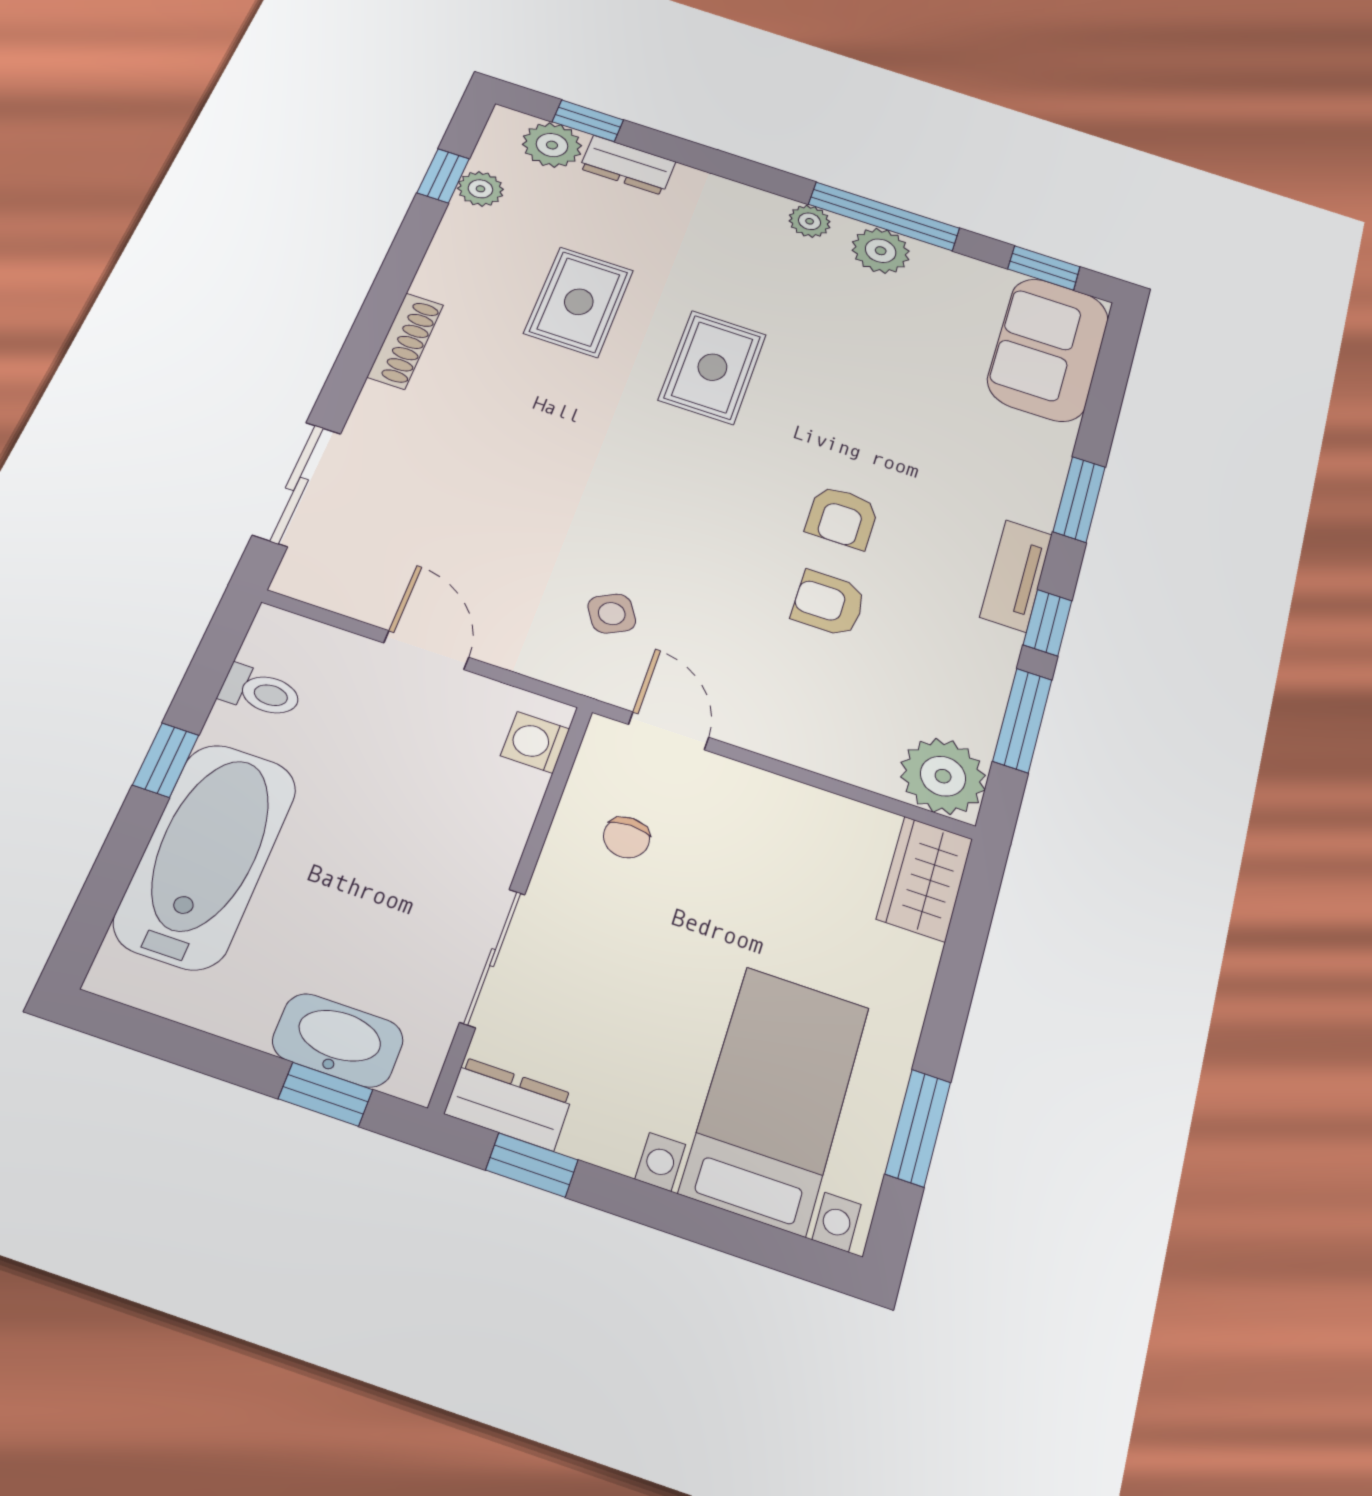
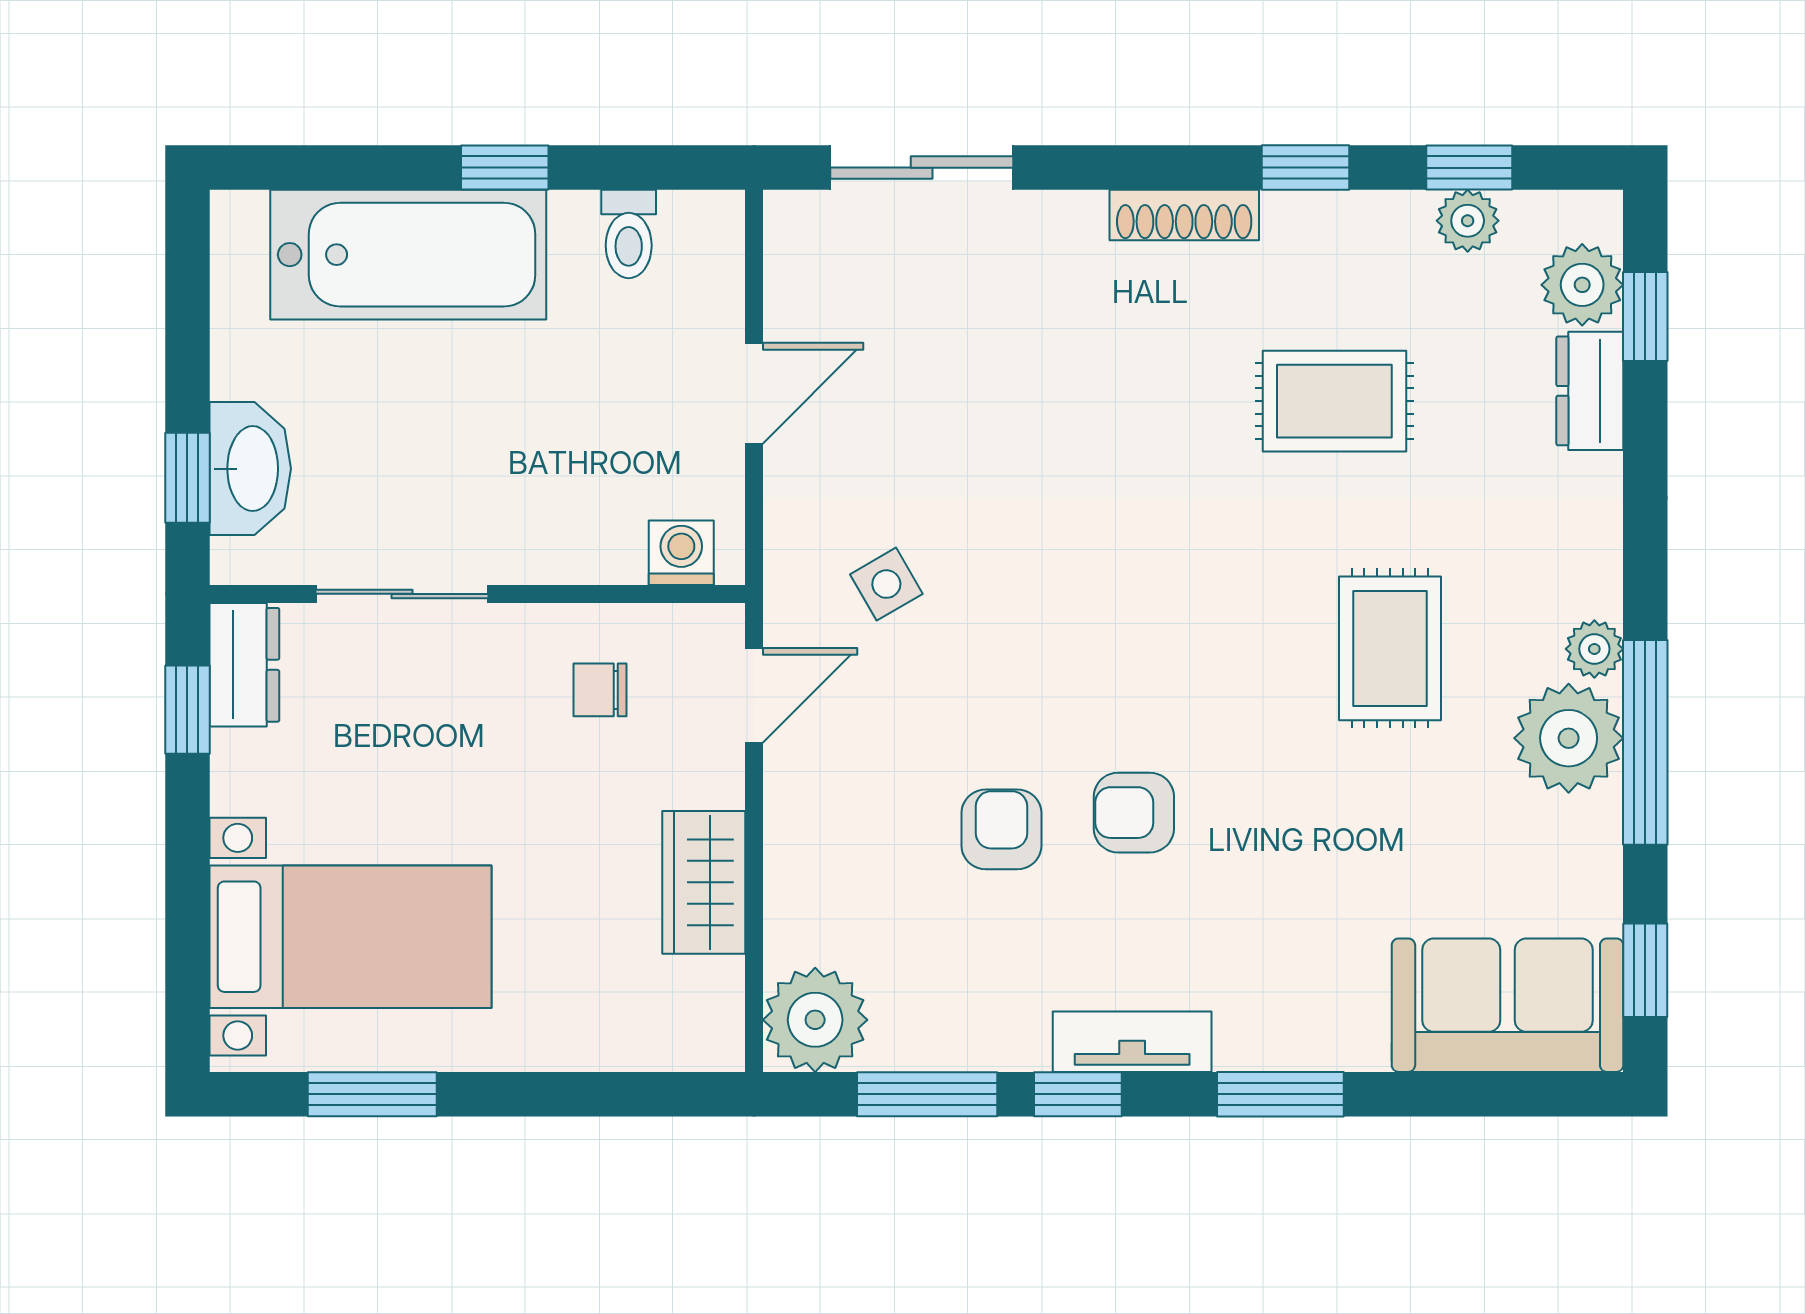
plant: (881, 251) -> (1569, 738), width x1.36, depth x1.36
window: (402, 262) -> (1306, 168), added
rug: (712, 367) -> (1390, 648), moved, turned 90
wardrobe: (925, 879) -> (704, 882), moved, turned -90

